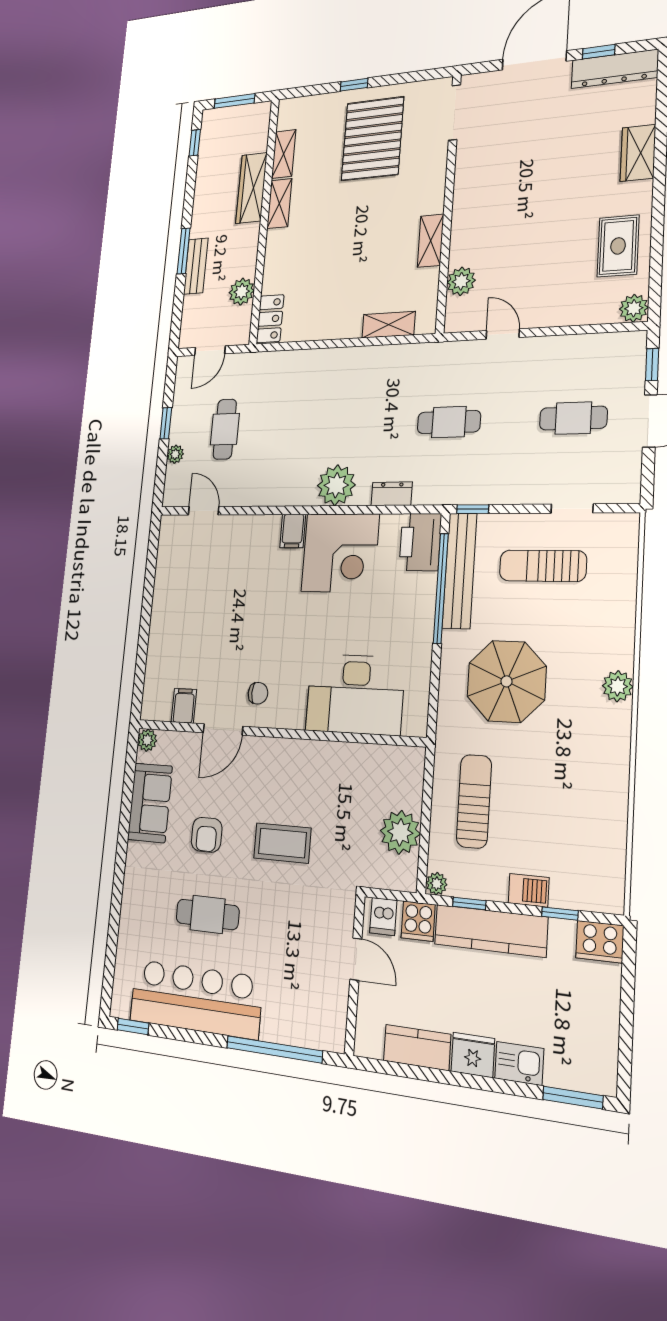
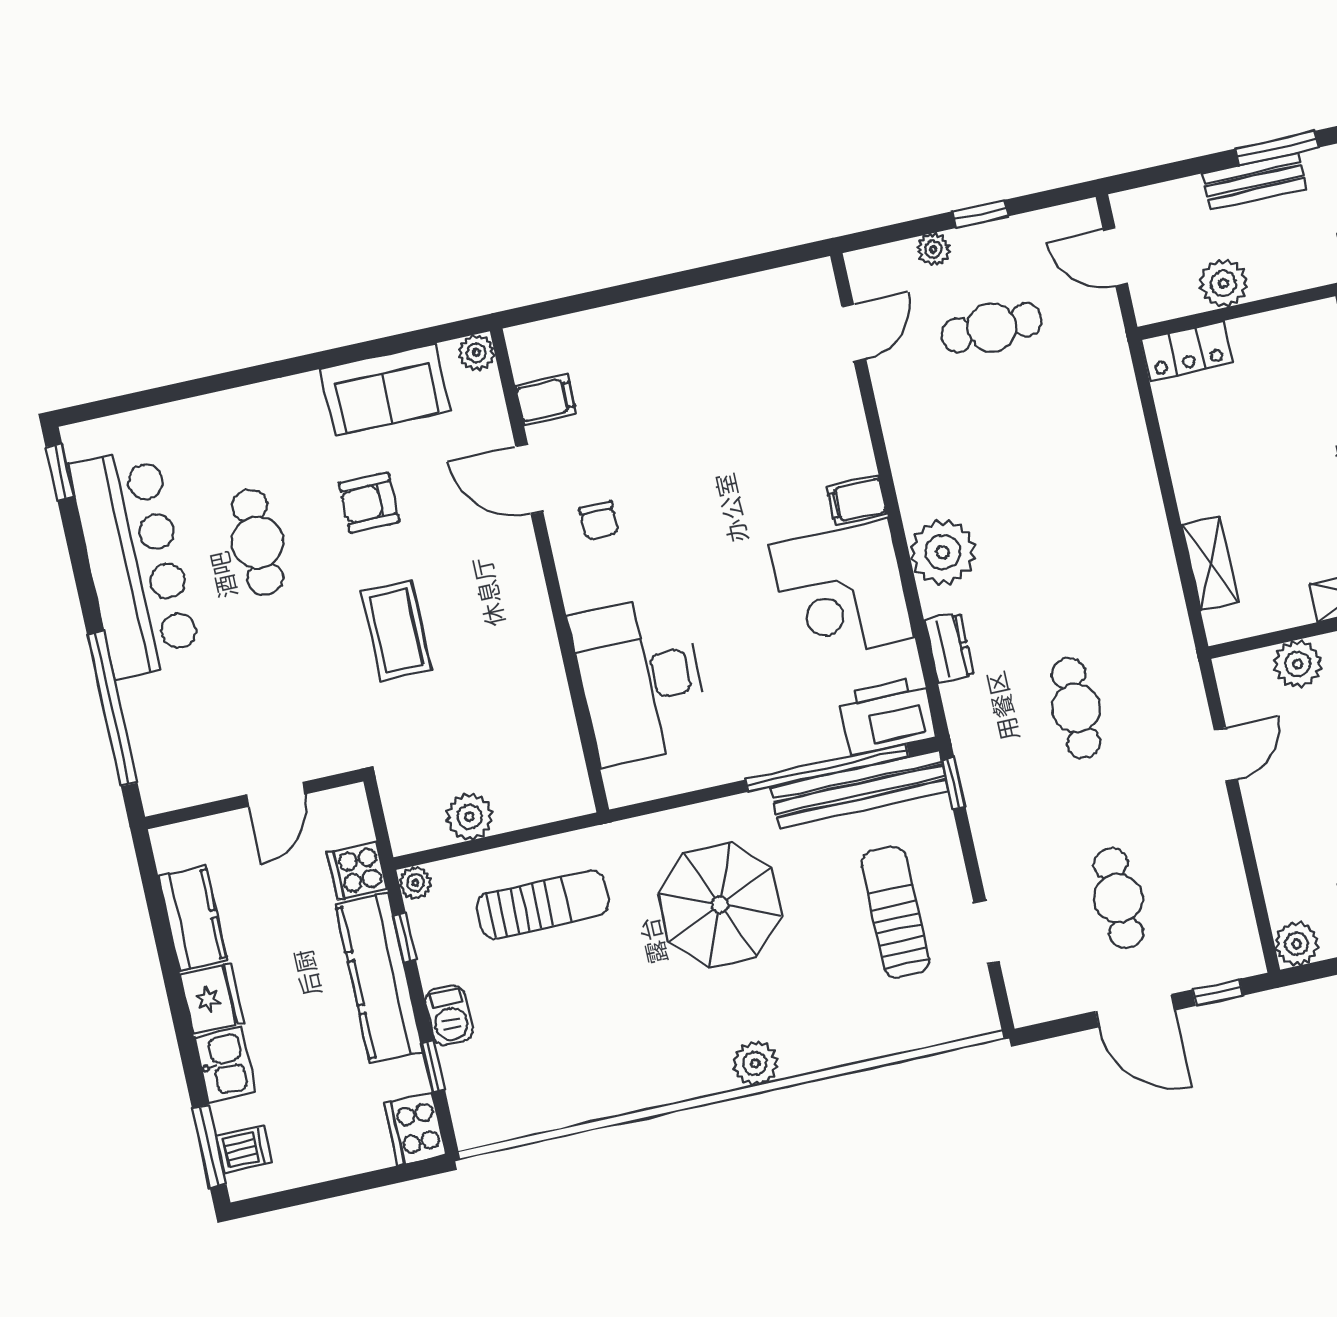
plant: (400, 832) -> (469, 817), width x0.73, depth x0.73
dishwasher: (383, 917) -> (244, 1149), moved, turned 180

